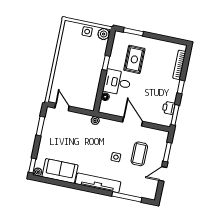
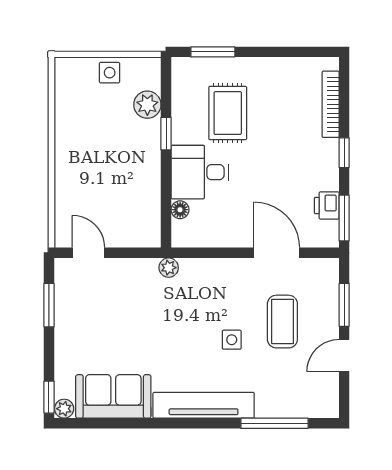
plant: (104, 34) -> (147, 105), moved
door: (133, 122) -> (277, 253), moved

